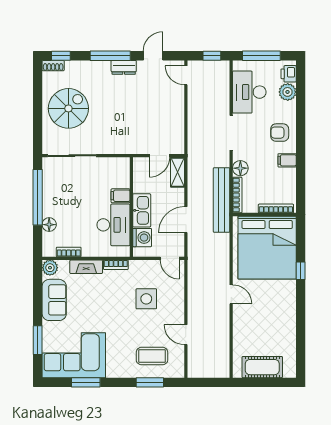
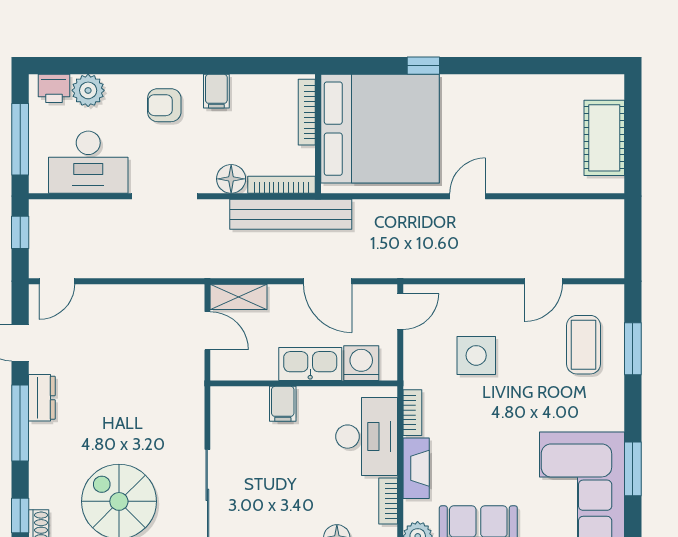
armchair: (280, 133) -> (164, 105), turned 90
desk: (113, 225) -> (367, 437), moved, turned 90

